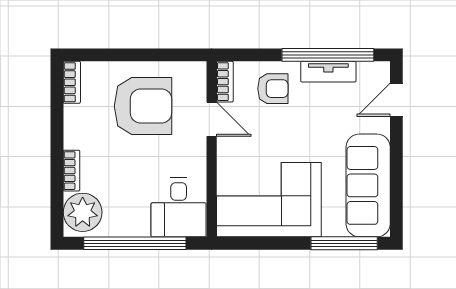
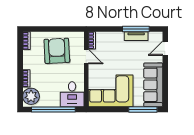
window: (328, 55) -> (136, 29), width x0.68
armchair: (273, 89) -> (112, 43), removed
armchair: (143, 106) -> (57, 51), turned -93

